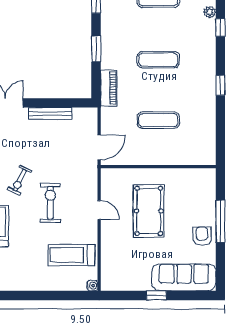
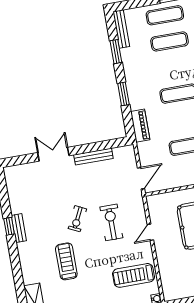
exercise bike: (50, 203) -> (111, 222), moved
door: (99, 210) -> (150, 232), swing flipped

